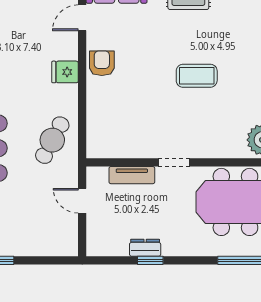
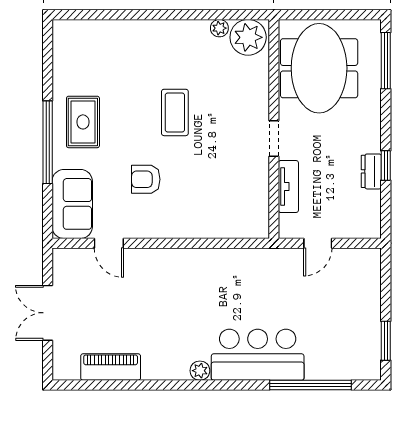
armchair: (102, 63) -> (146, 179), moved
fridge: (65, 72) -> (171, 263), removed
cafe table: (52, 140) -> (248, 277), removed

